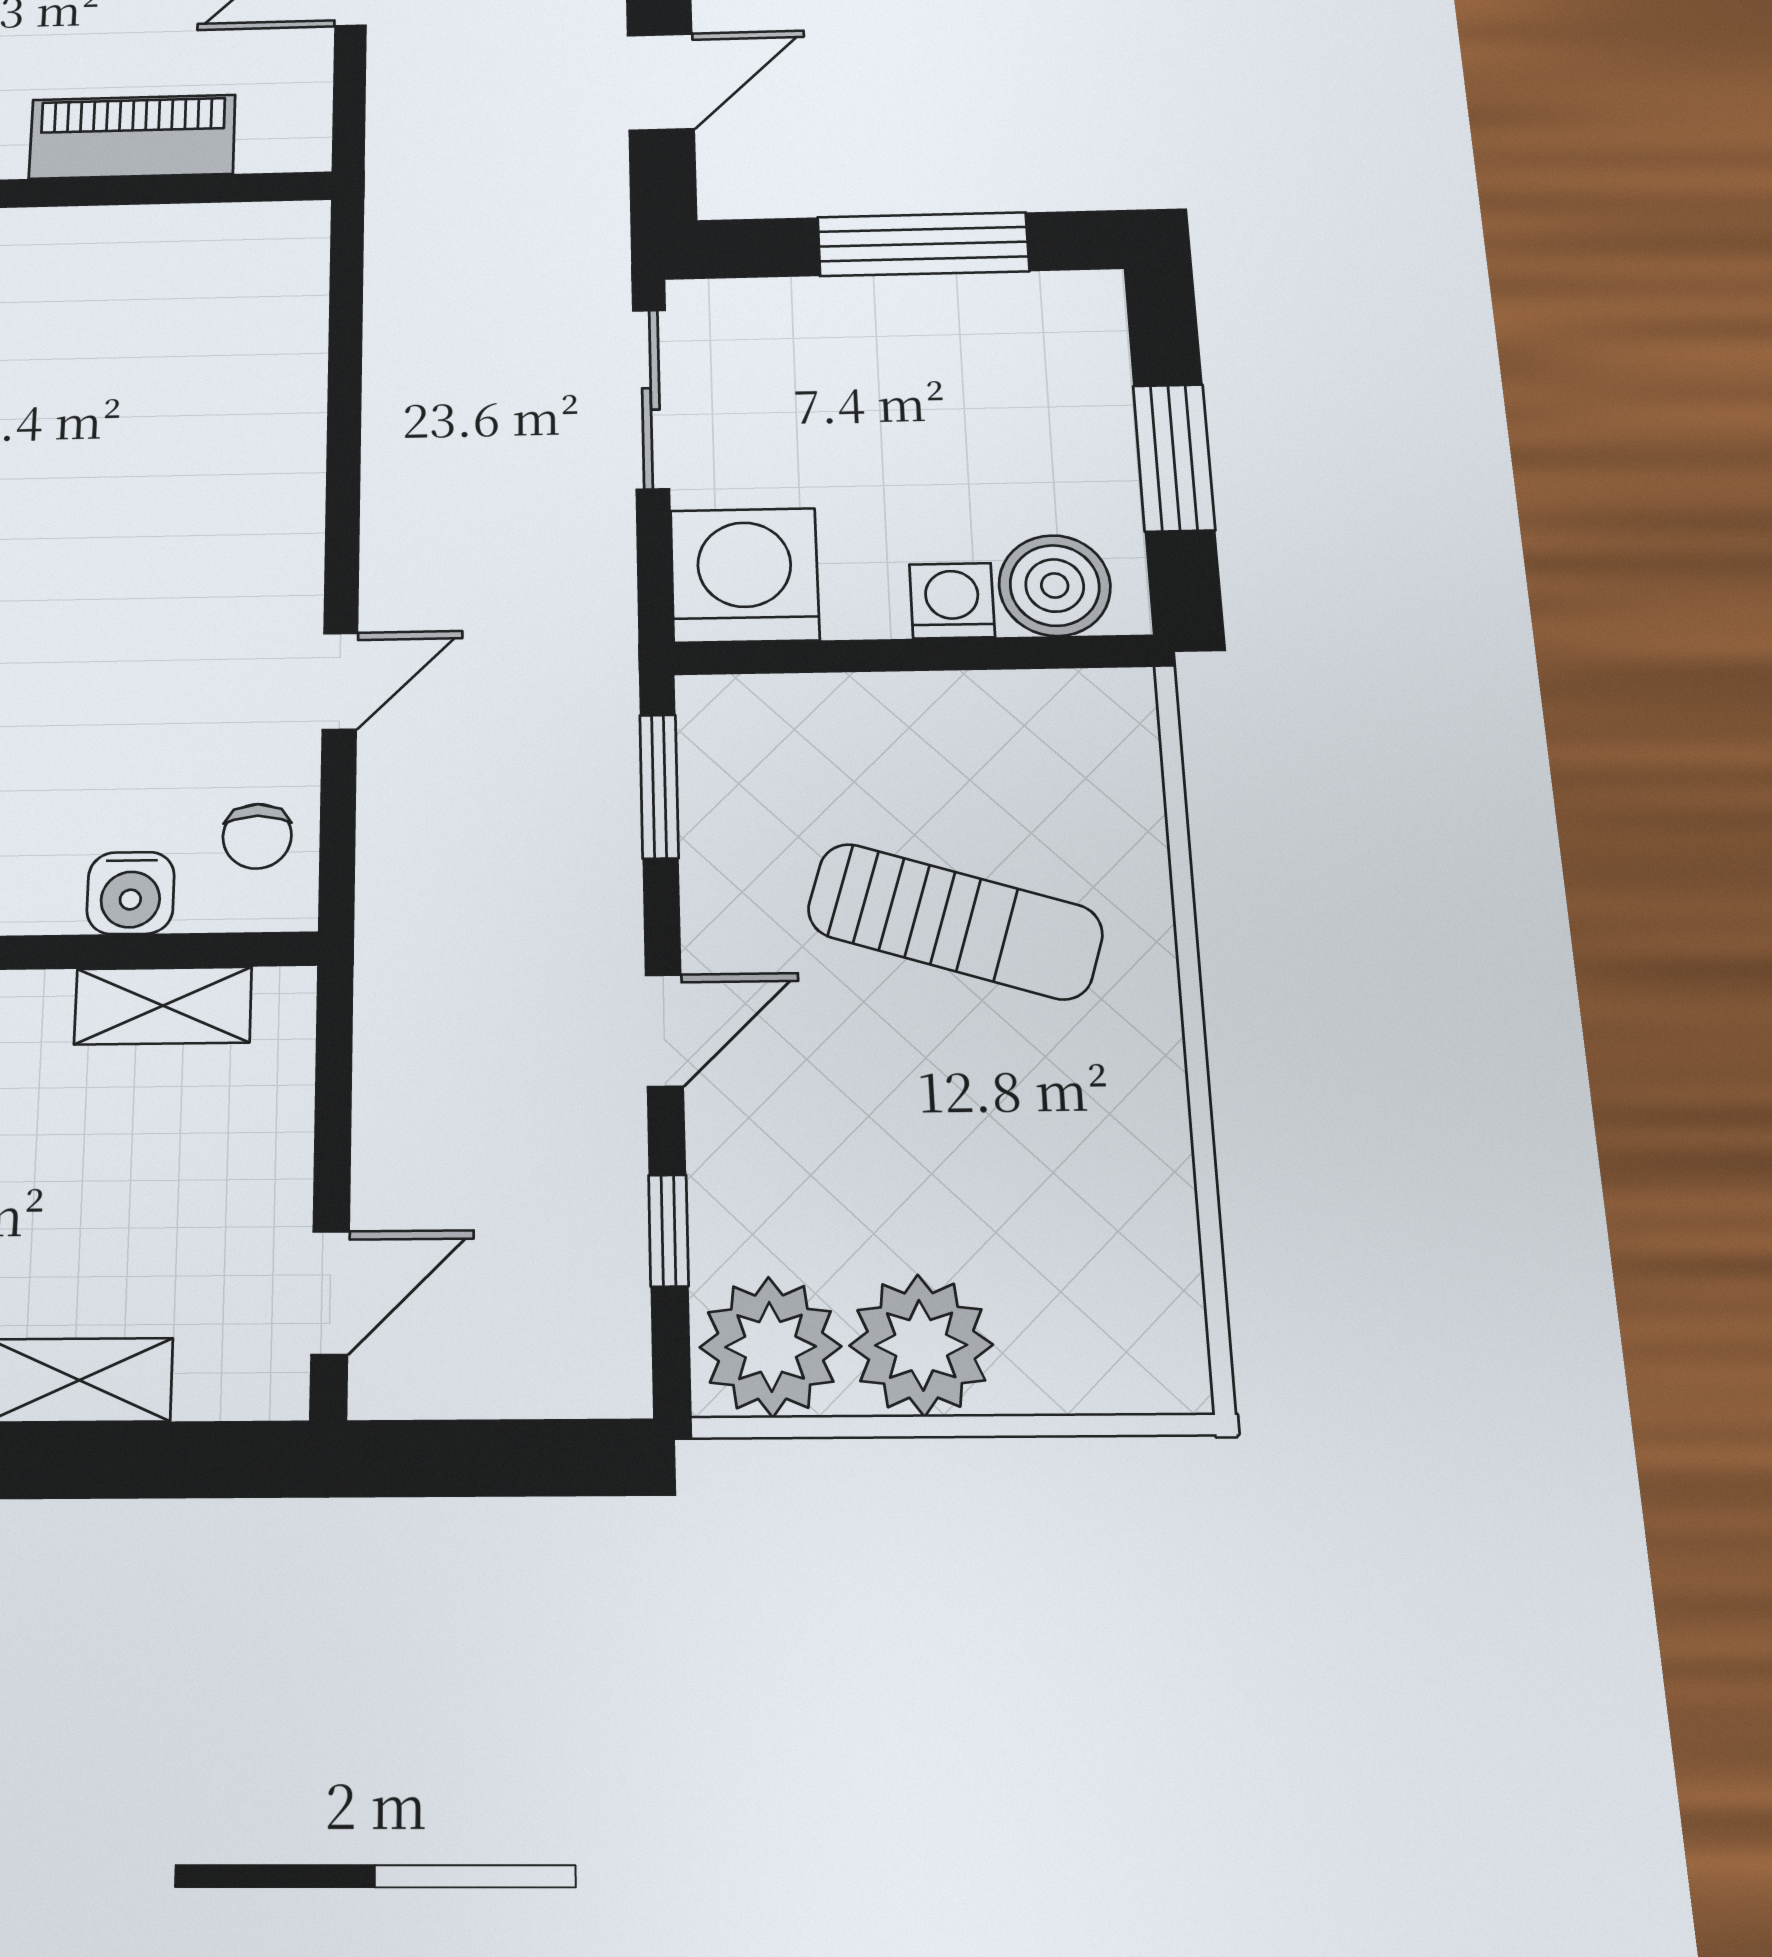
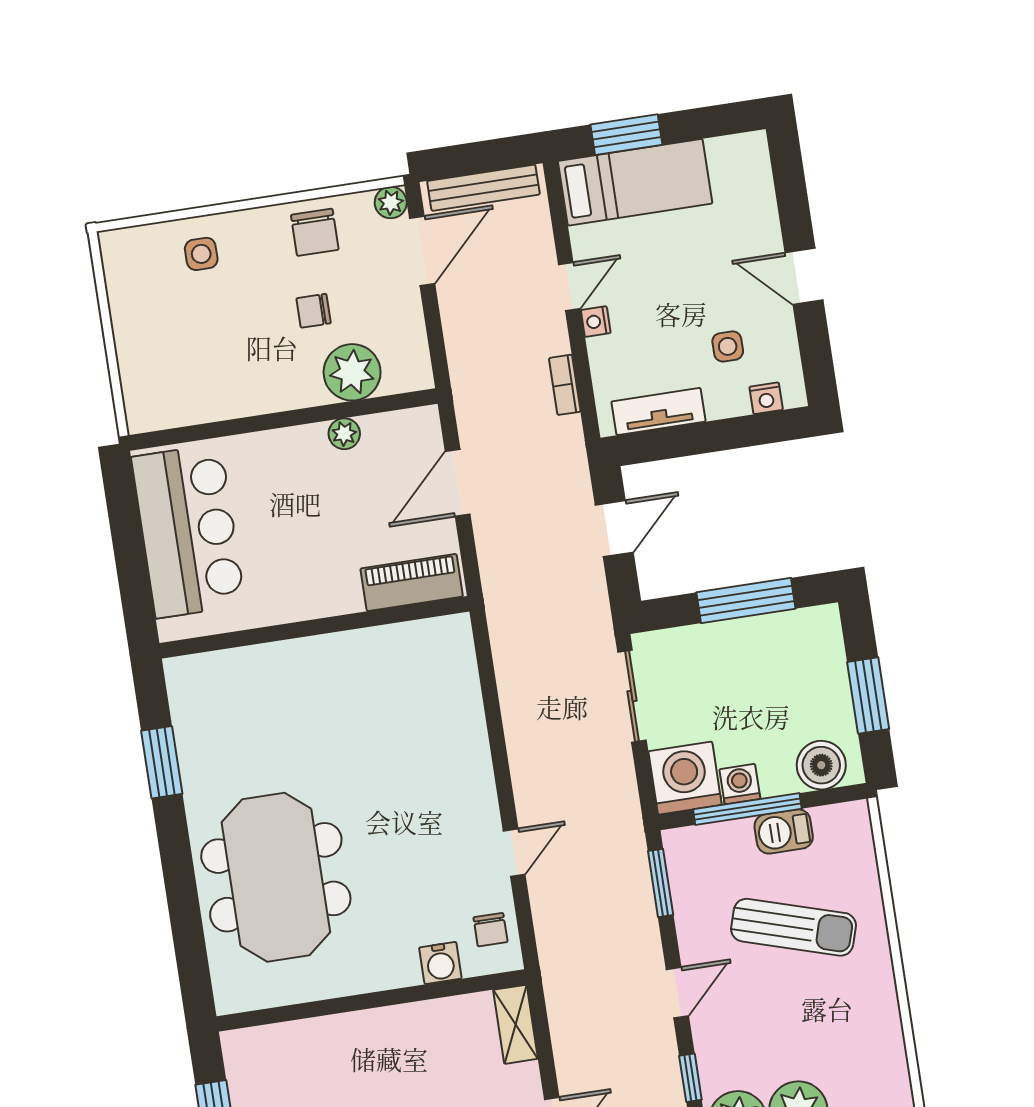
piano: (132, 137) -> (412, 582), moved
washing machine: (952, 601) -> (740, 784), moved
window: (877, 656) -> (747, 809), added
barbecue: (954, 713) -> (784, 831), added
shelving: (163, 1006) -> (515, 1024), moved, turned 90

